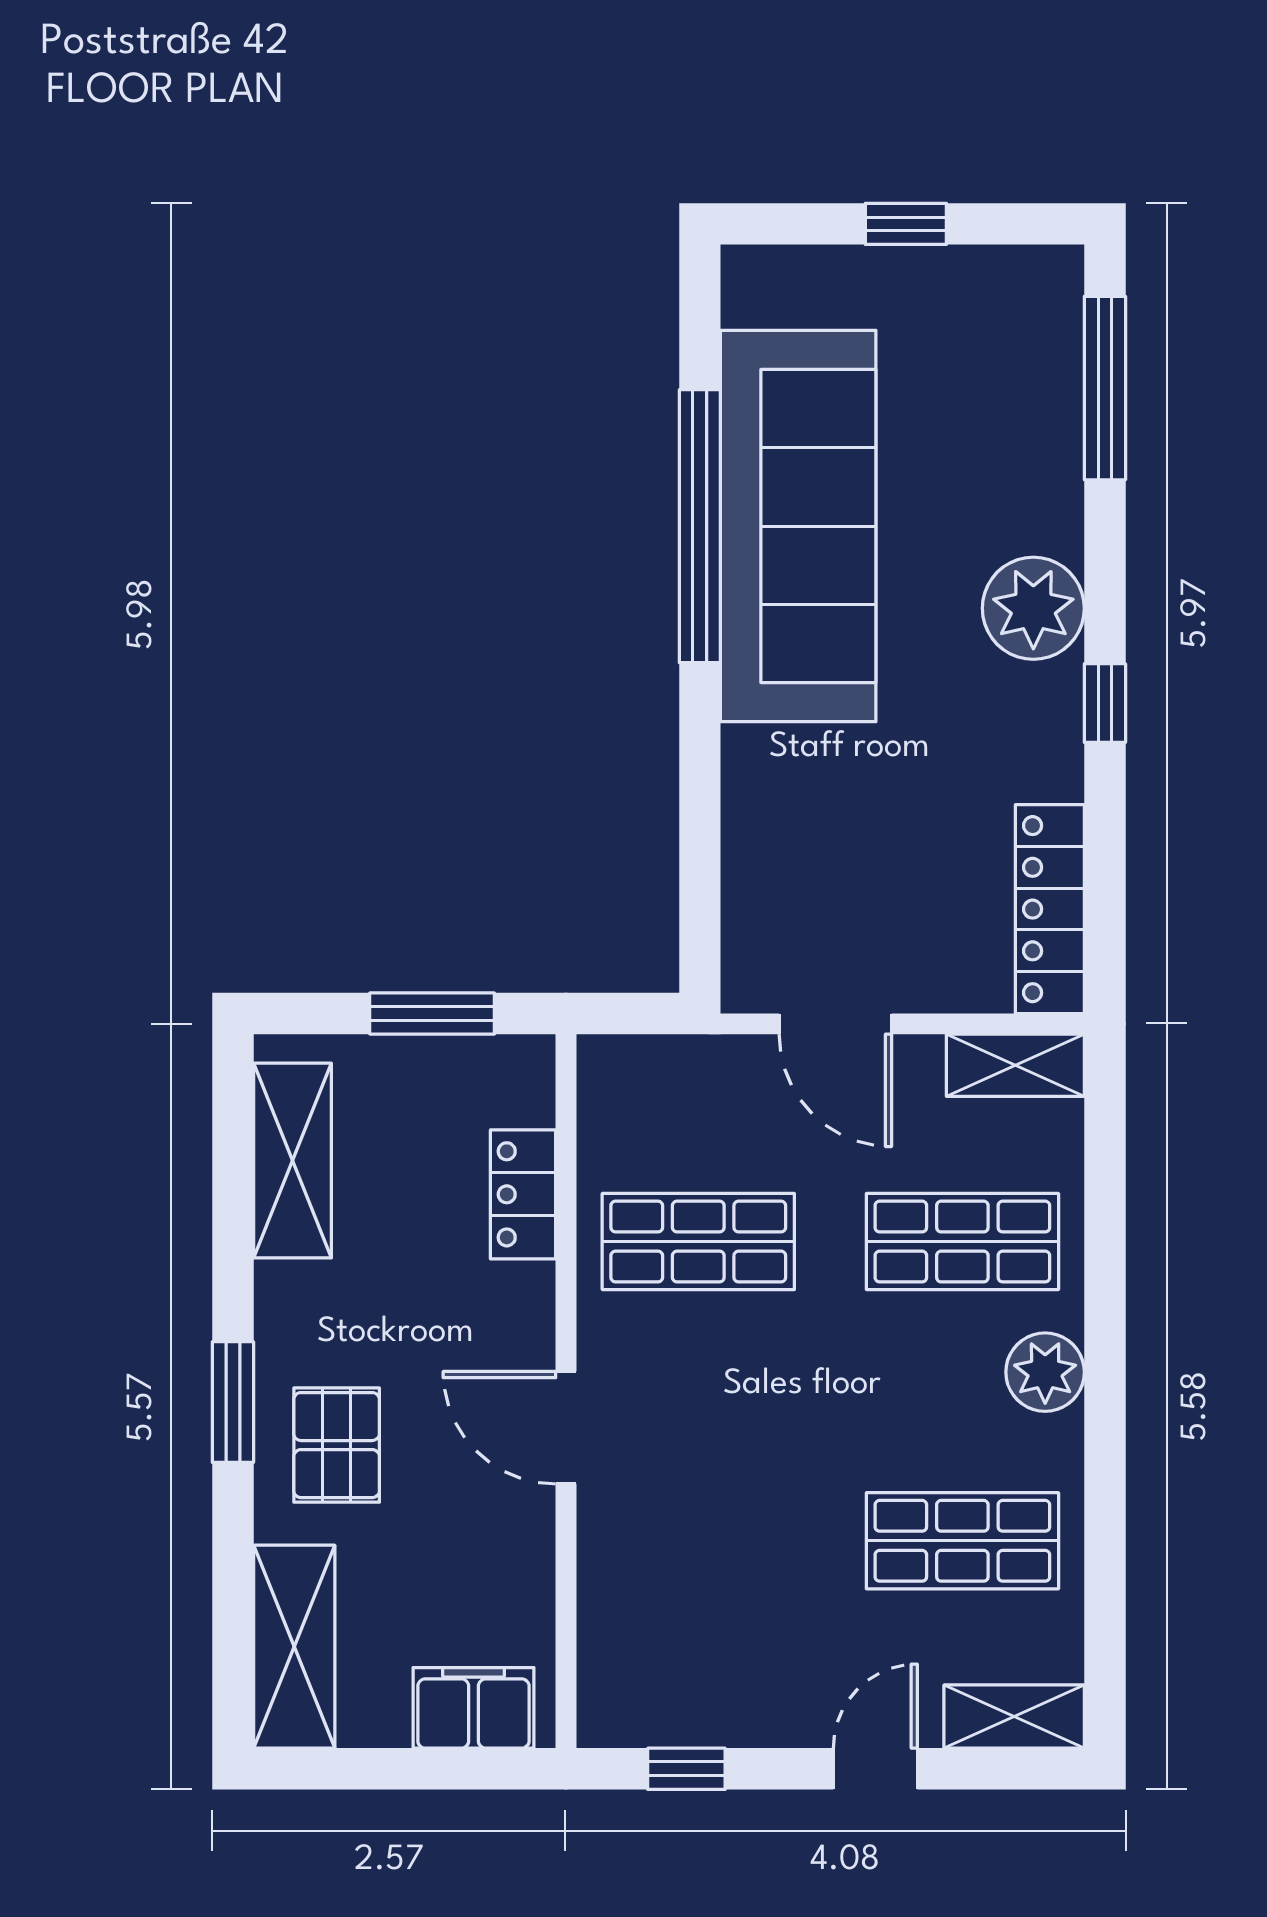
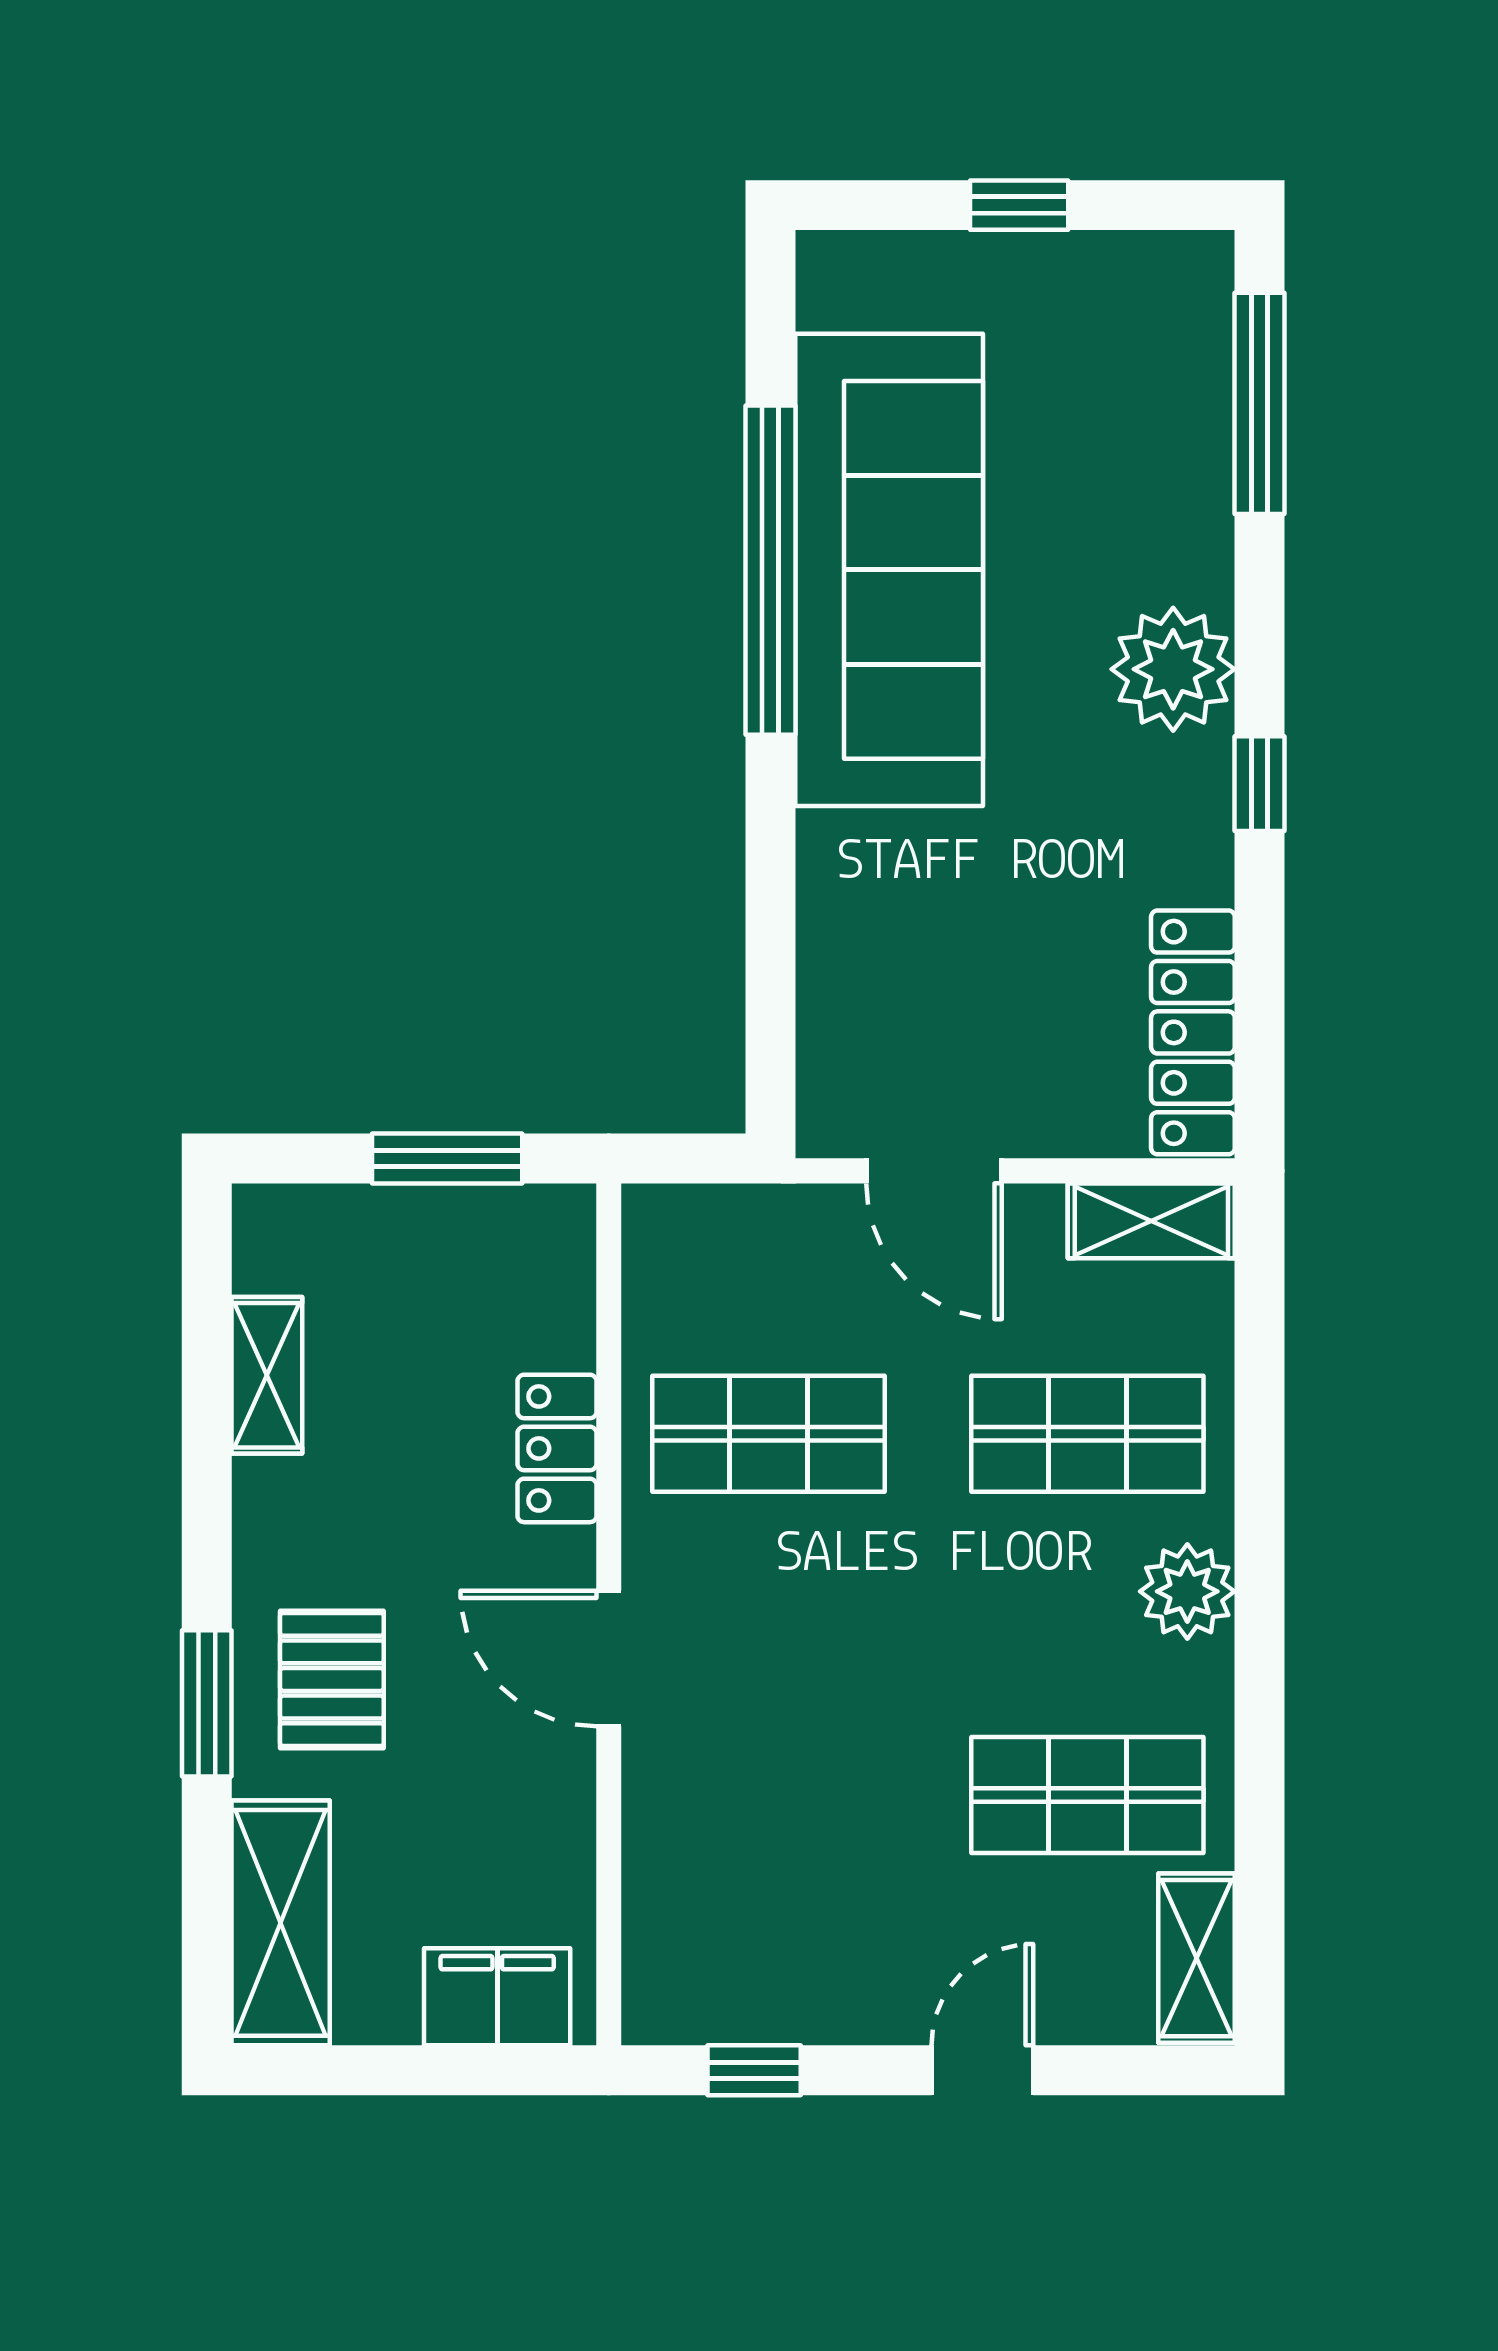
shelving: (293, 1161) -> (267, 1375), width x0.67, depth x0.75
locker: (523, 1194) -> (557, 1448), moved
window: (233, 1402) -> (207, 1703), moved
shelving: (1014, 1717) -> (1197, 1958), moved, turned 90

